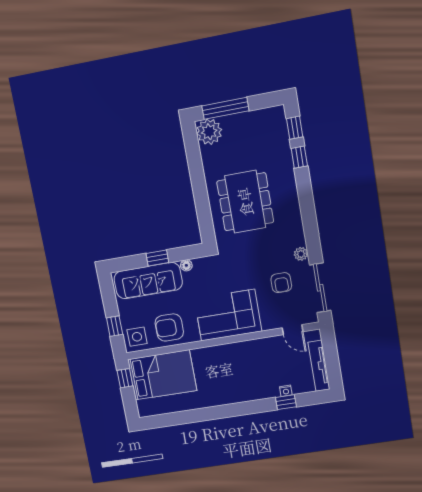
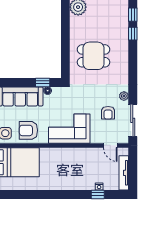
dining table: (245, 202) -> (93, 56), width x0.73
window: (157, 258) -> (43, 82), moved

